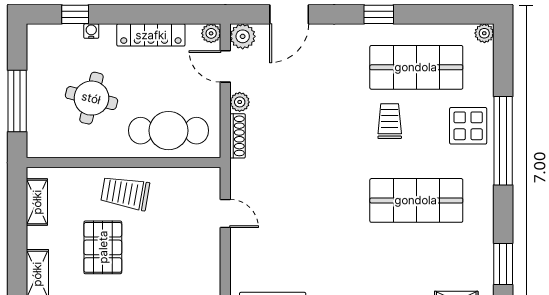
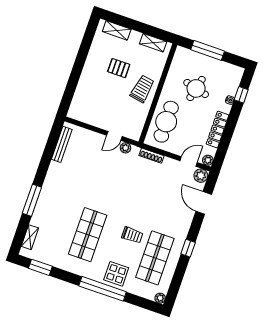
plant: (240, 102) -> (126, 148), moved
pallet: (103, 247) -> (119, 68), width x0.67, depth x0.71

